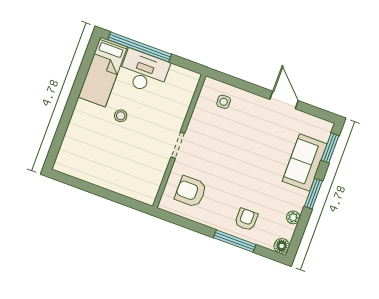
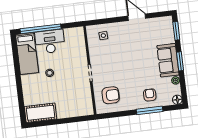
sofa: (305, 163) -> (168, 60), moved
cot: (79, 166) -> (41, 113), added
armchair: (191, 191) -> (111, 95), turned 180

